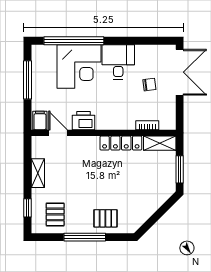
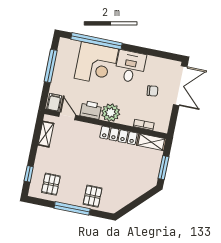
plant: (107, 119) -> (111, 113), added
shelving: (38, 173) -> (46, 134), moved
pallet: (105, 218) -> (93, 196), turned 90

